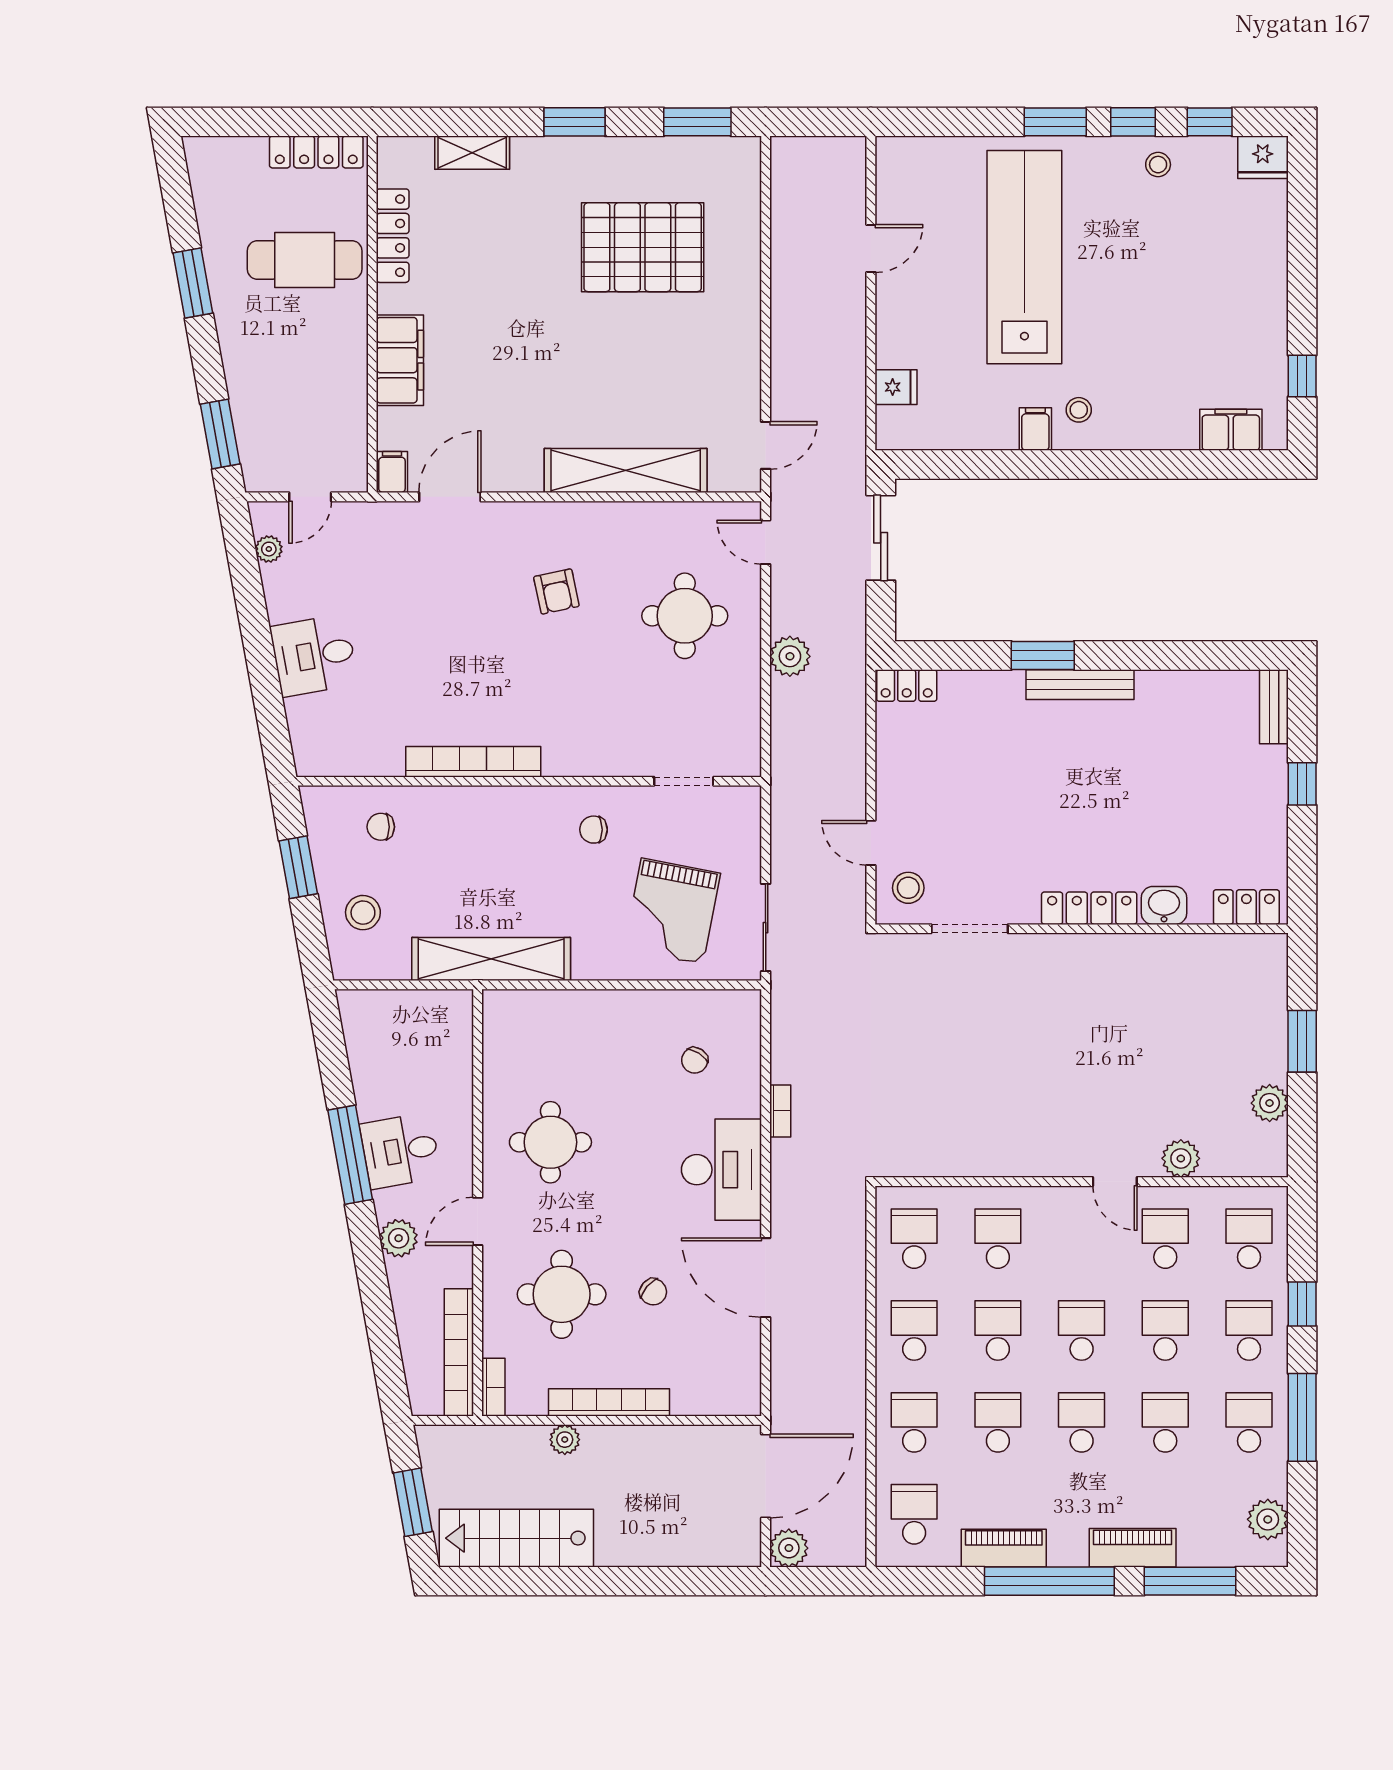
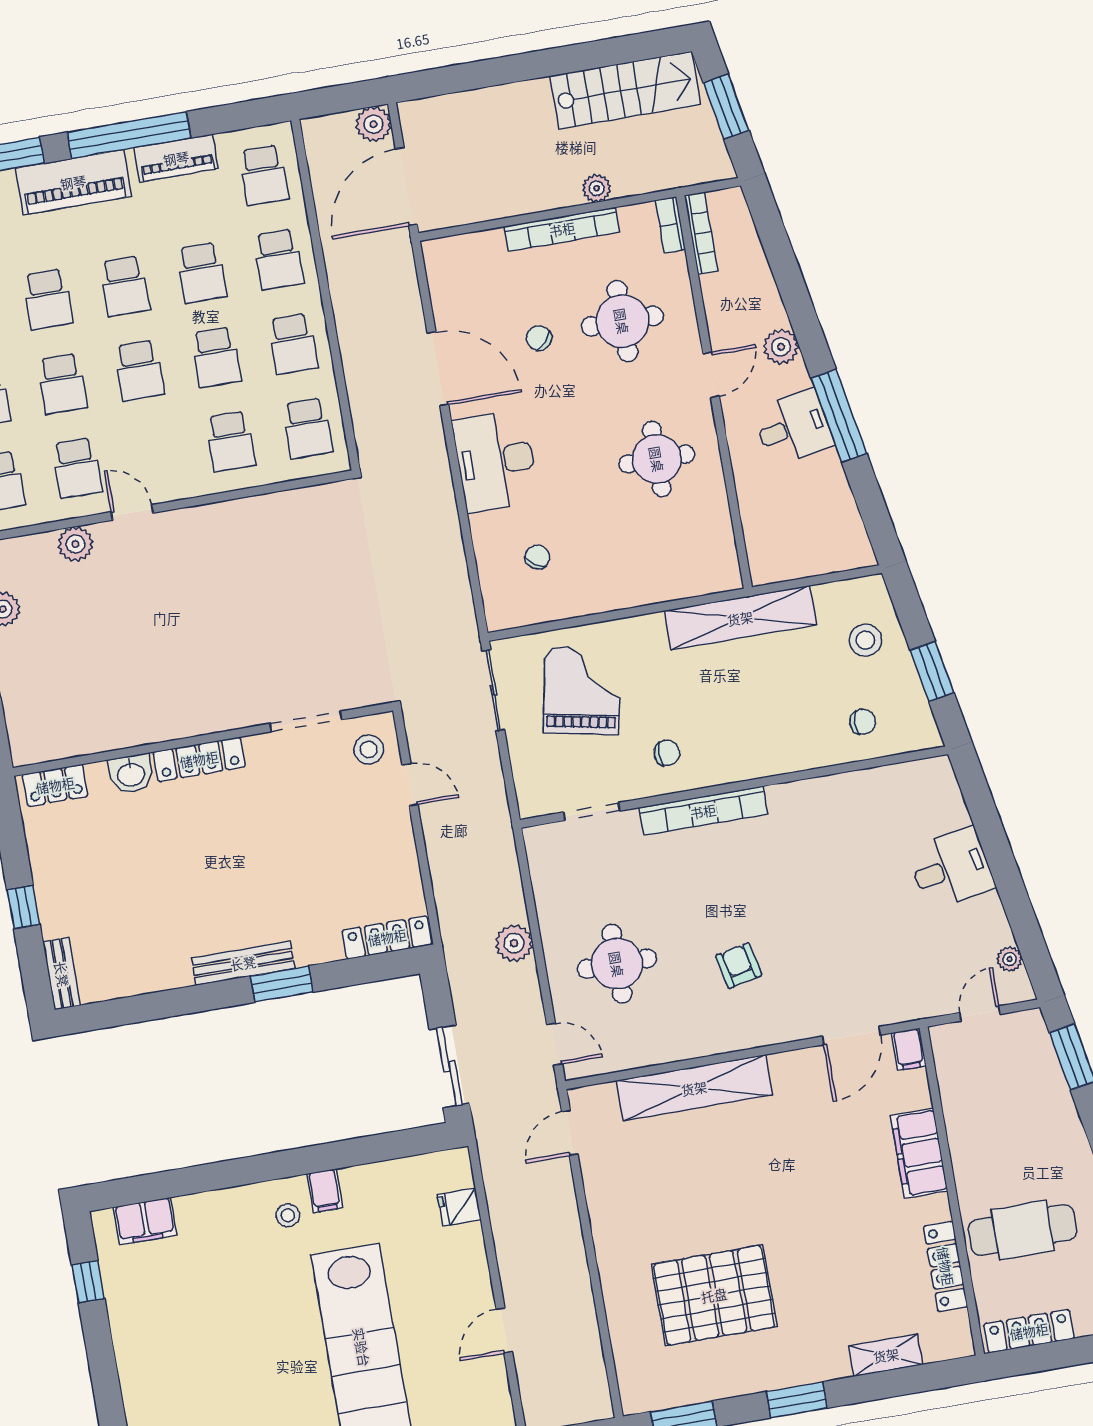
locker: (907, 686) -> (387, 937), width x1.53
bookcase: (473, 762) -> (703, 811), moved
bookcase: (780, 1111) -> (451, 524), removed
bookcase: (459, 1352) -> (701, 233), width x0.68, depth x0.76
piano: (1133, 1548) -> (73, 182), width x1.37, depth x1.33

